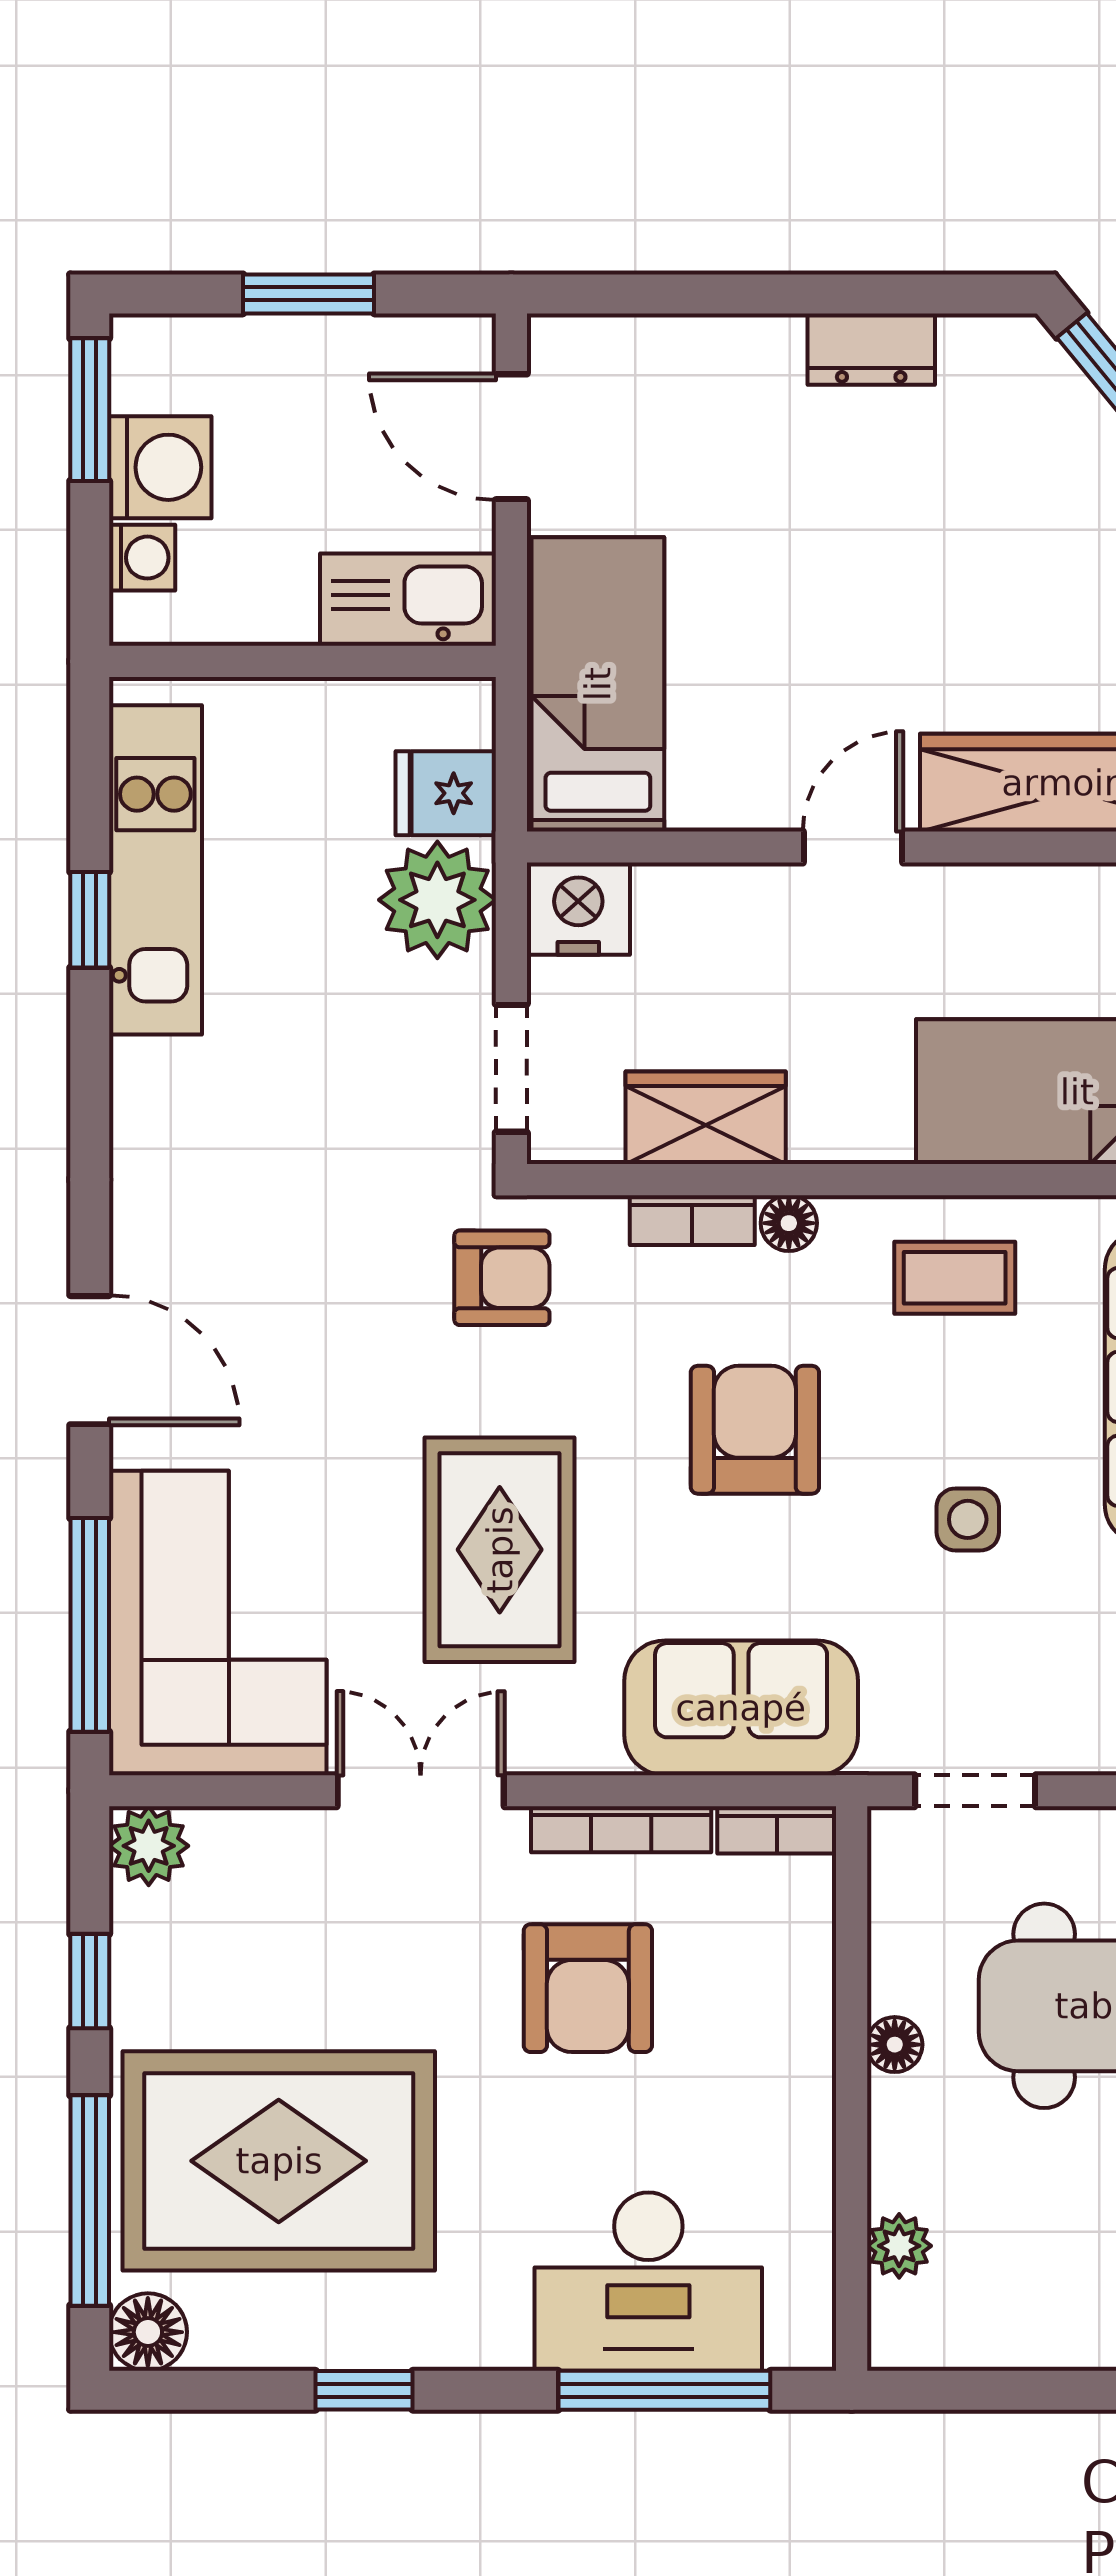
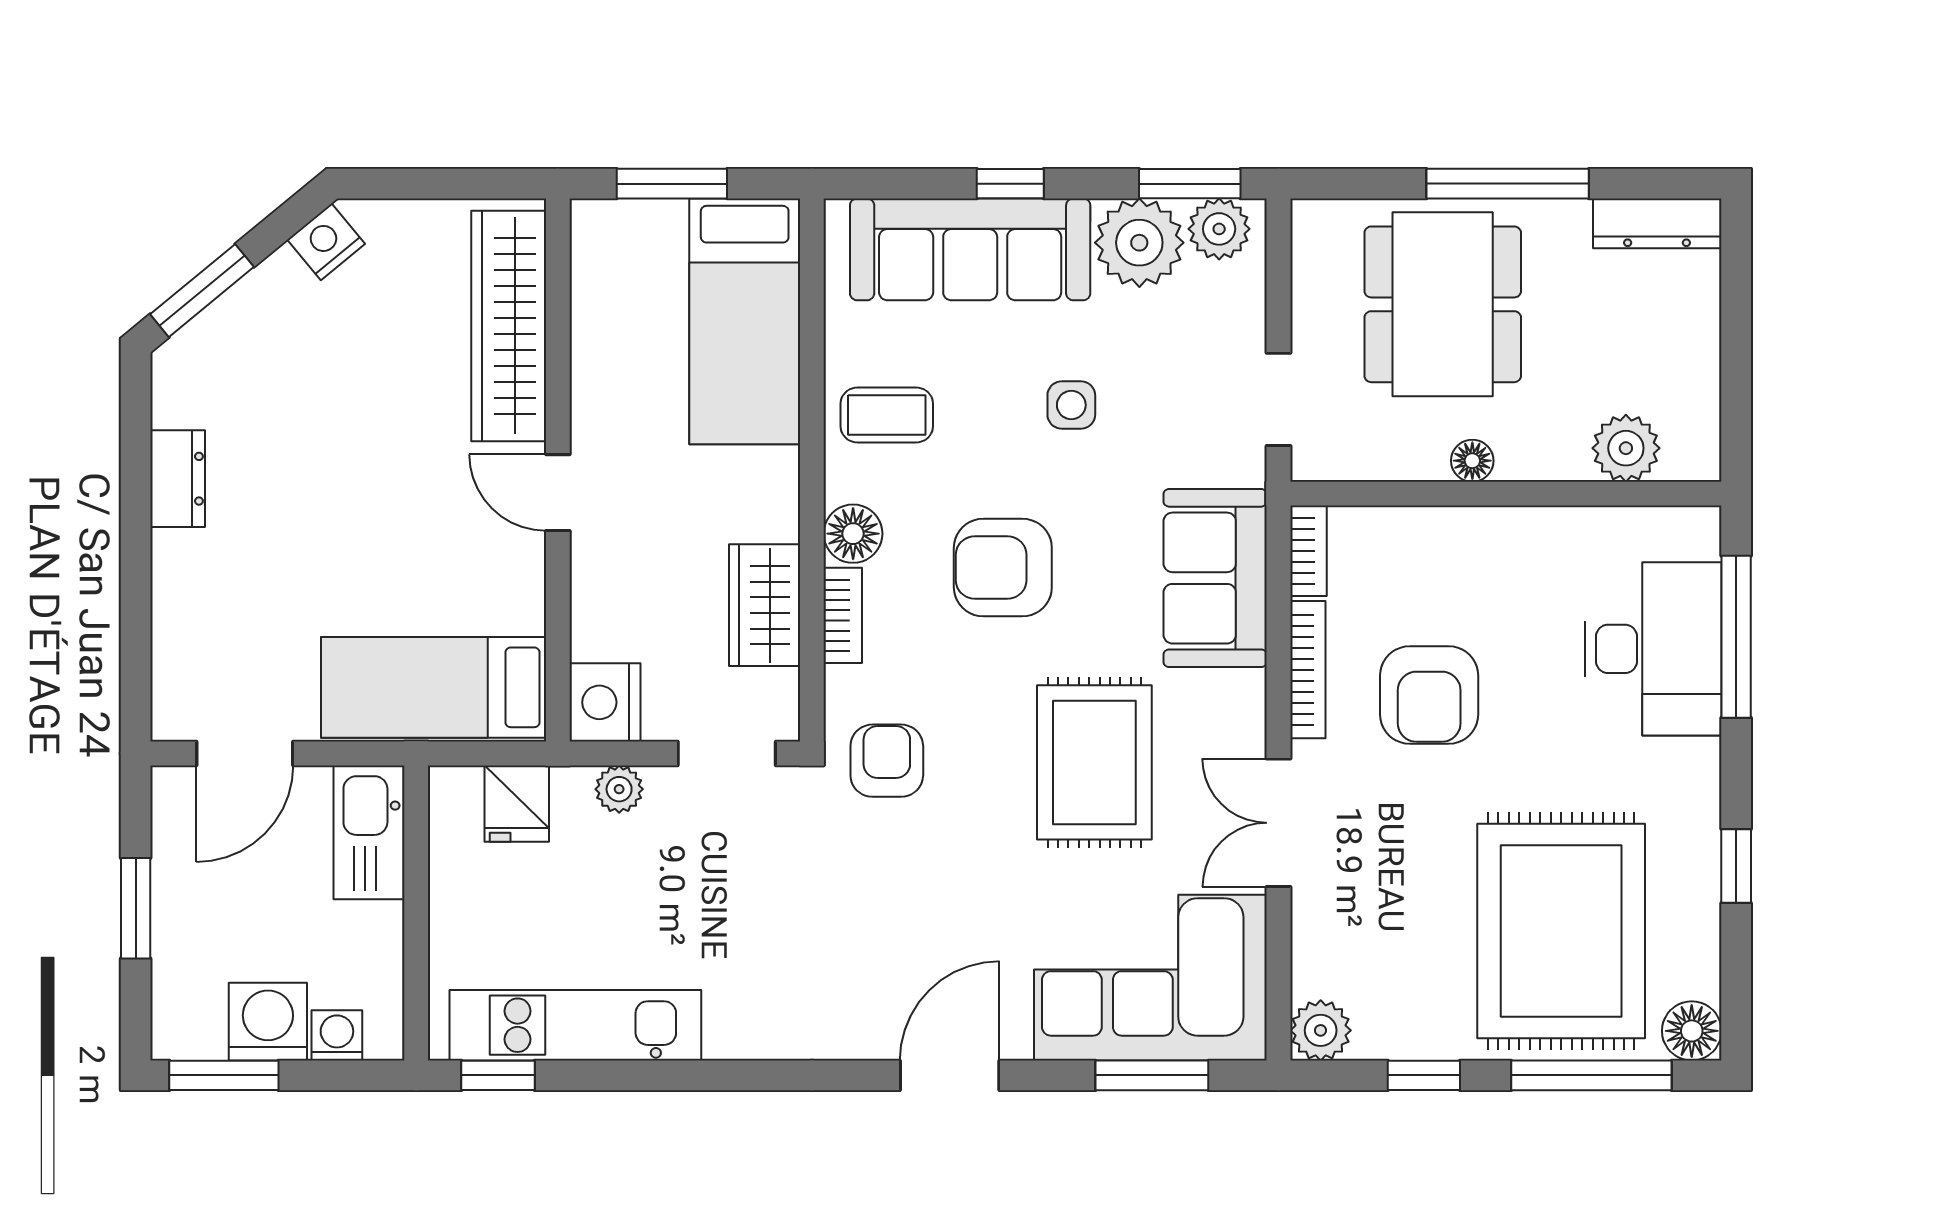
plant: (437, 900) -> (619, 789), width x0.53, depth x0.53
window: (90, 920) -> (498, 1075), moved
floor lamp: (789, 1223) -> (853, 534), width x1.37, depth x1.37
coffee table: (955, 1278) -> (887, 415), turned 90
rug: (500, 1550) -> (1094, 762), turned 90
window: (90, 1625) -> (1152, 1075), width x0.69
armchair: (588, 1988) -> (1429, 695), turned 90
plant: (899, 2246) -> (1626, 448), width x1.38, depth x1.38

